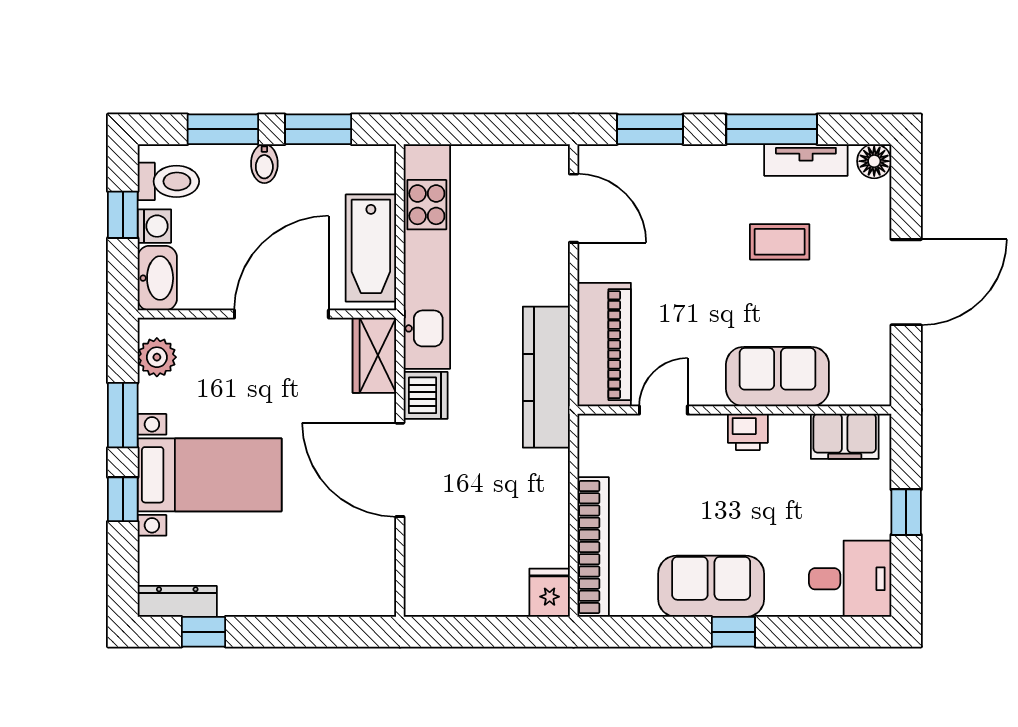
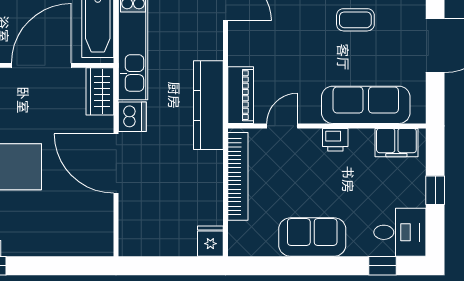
piano: (604, 345) -> (241, 95), width x0.73, depth x0.75
sofa: (777, 377) -> (366, 105), width x1.36
bookcase: (593, 547) -> (238, 176), moved
window: (733, 632) -> (383, 266), moved

